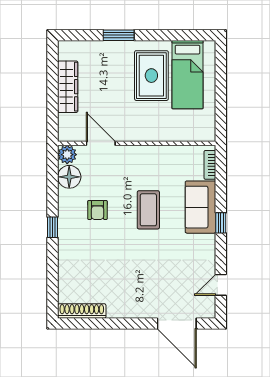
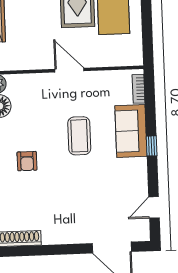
door: (101, 143) -> (69, 70), moved
armchair: (97, 210) -> (27, 161), moved

